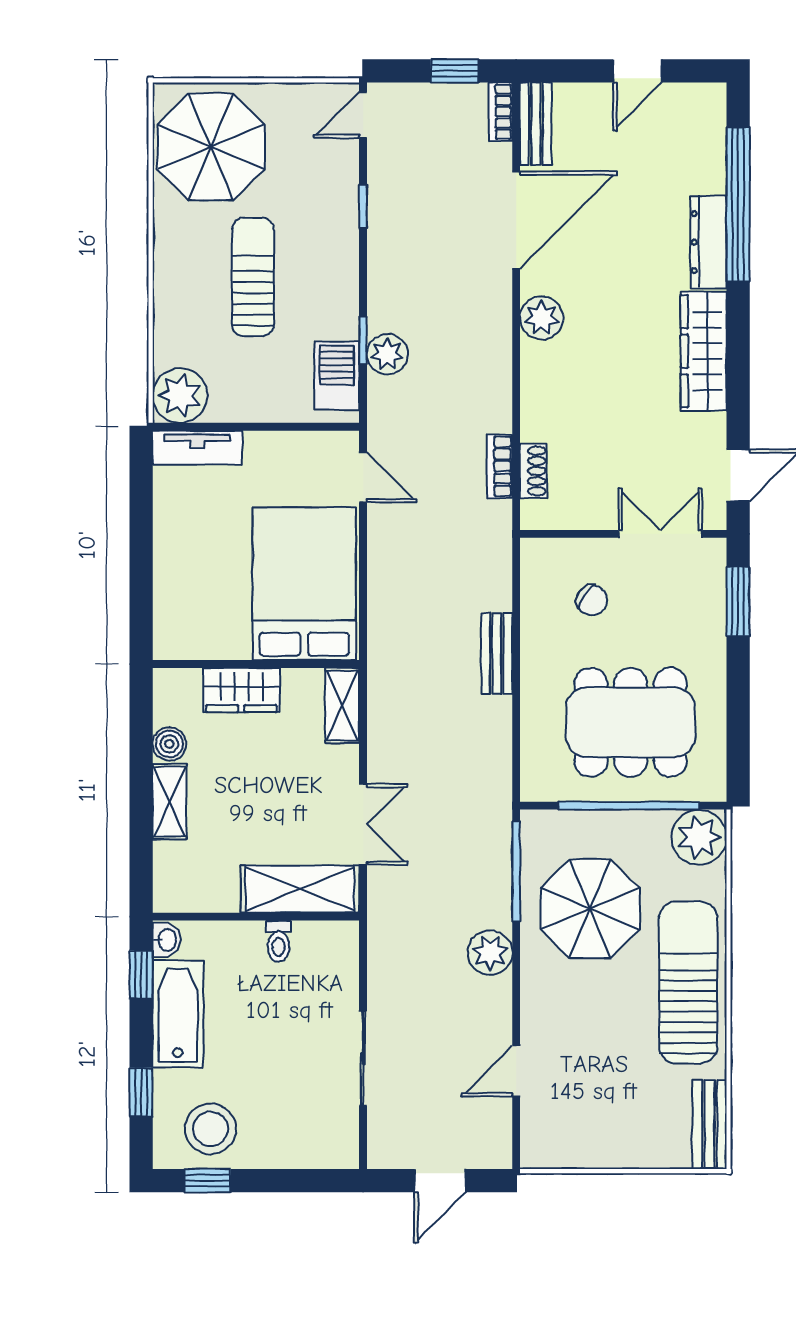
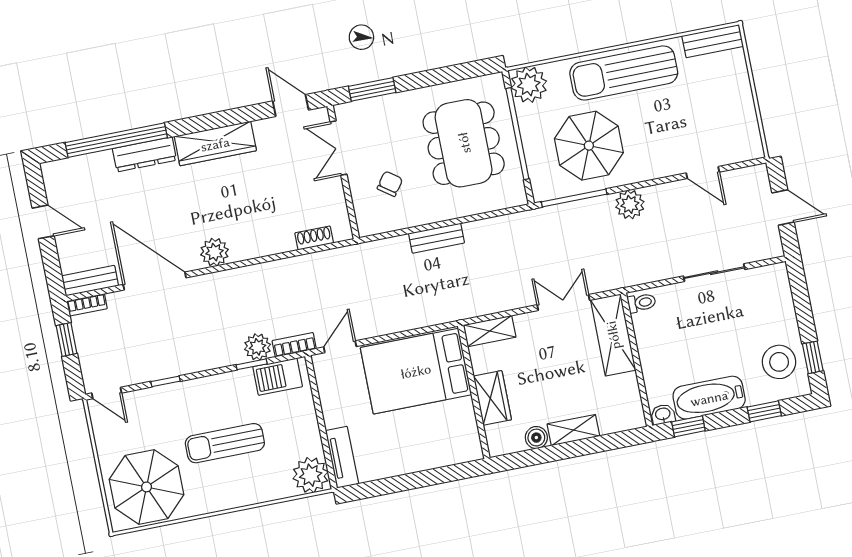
bookcase: (499, 466) -> (294, 345), moved, turned 180
toilet: (279, 941) -> (642, 303), moved

